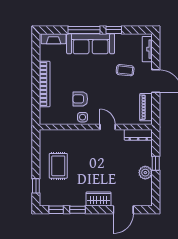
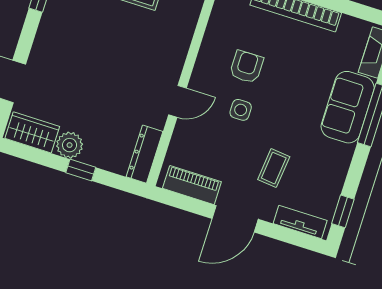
window: (114, 30) -> (343, 211), moved
sofa: (91, 44) -> (348, 107), width x0.73
side table: (83, 117) -> (241, 110), moved
wardrobe: (99, 199) -> (32, 132), moved, turned -90

